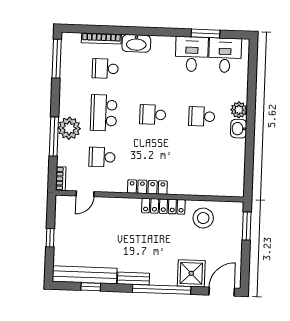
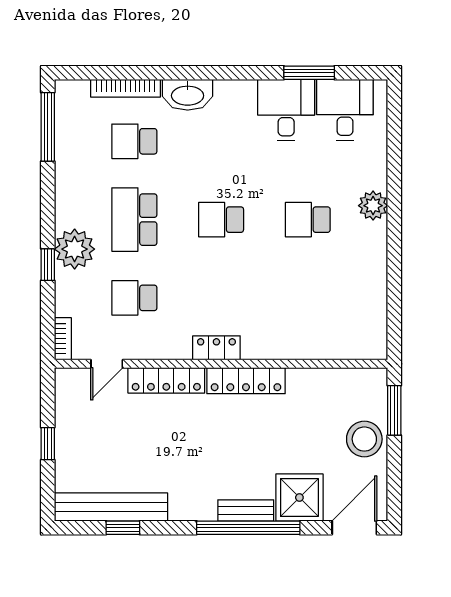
washbasin: (239, 129) -> (374, 239), removed
window: (54, 137) -> (48, 265), width x0.46
locker: (147, 187) -> (216, 348), width x0.66
locker: (118, 204) -> (166, 380), added
stool: (203, 218) -> (364, 439), moved
bench: (133, 279) -> (246, 510), moved

